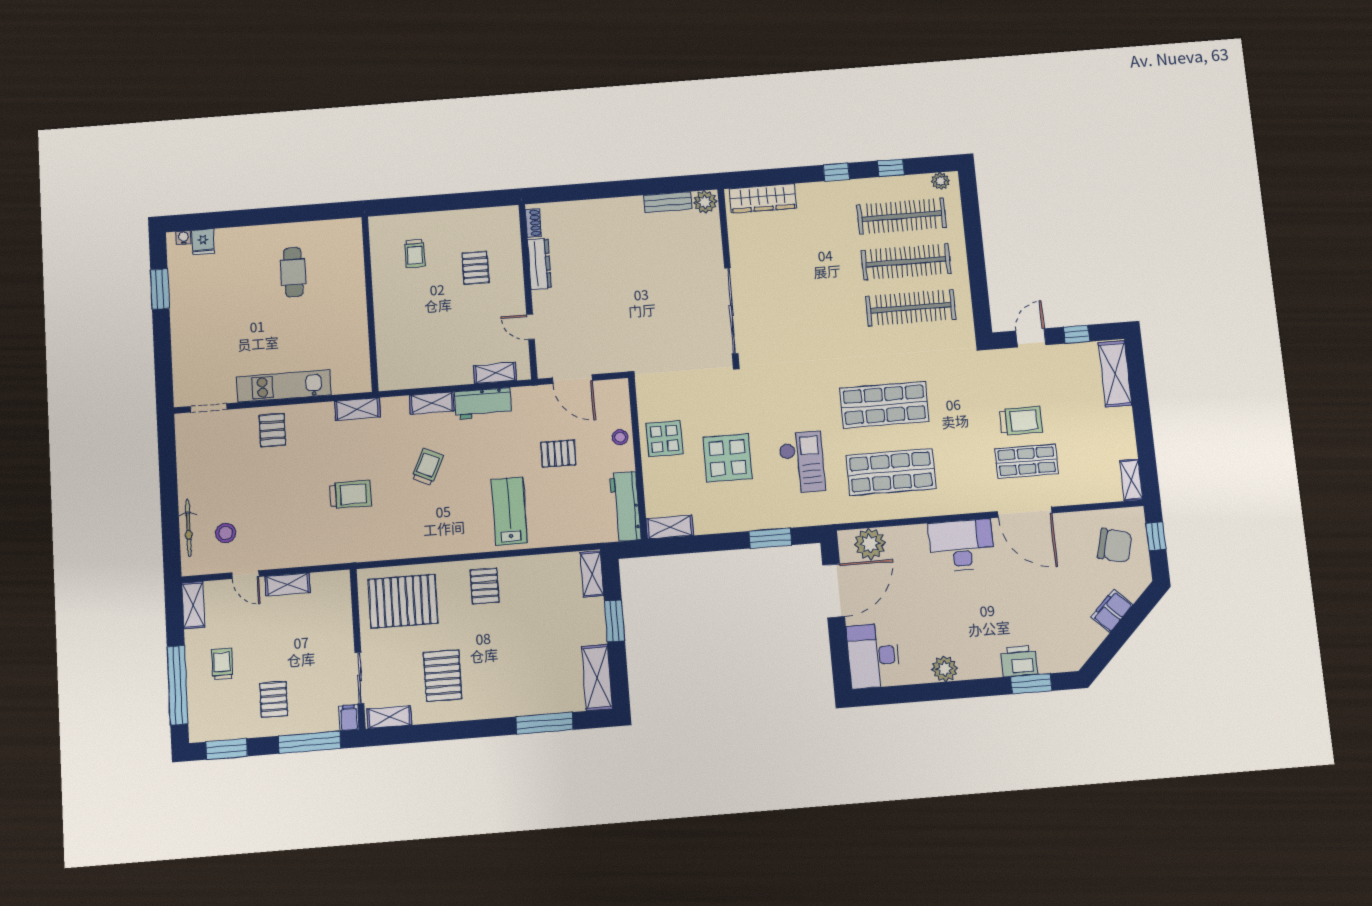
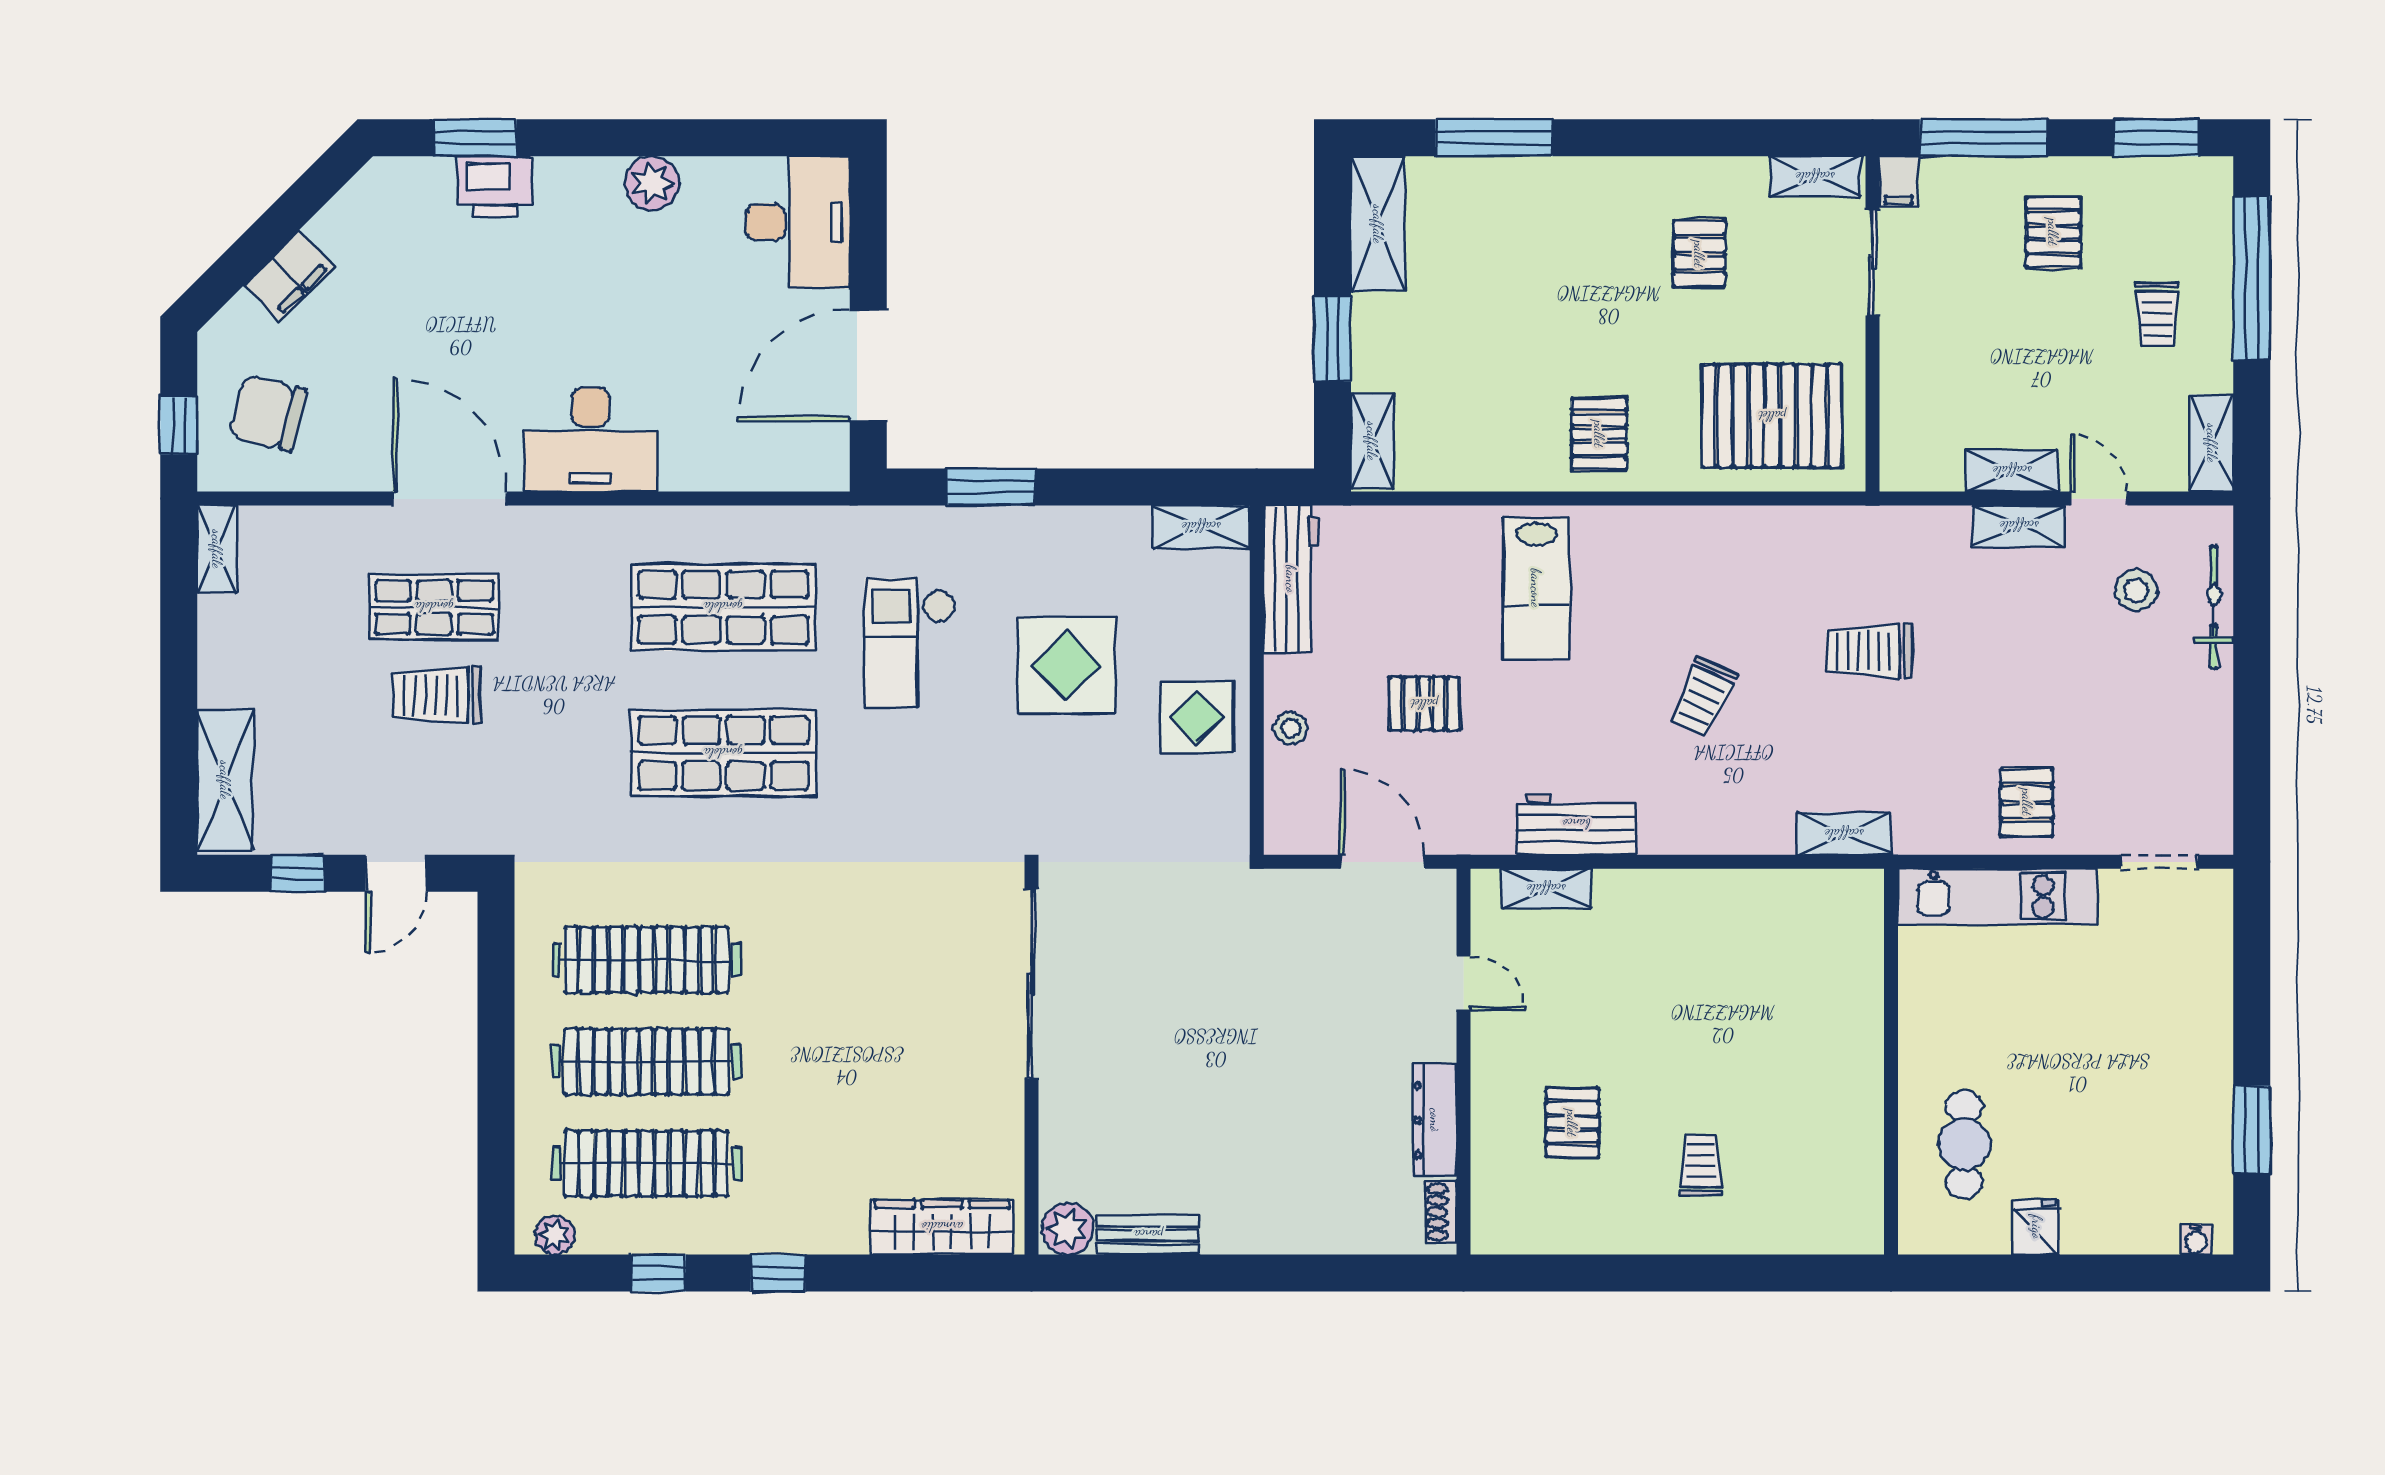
fridge: (203, 242) -> (2037, 1227), moved
wall: (370, 304) -> (1891, 1062), moved
shelving: (432, 403) -> (2019, 526), moved
plant: (870, 544) -> (783, 458), removed
pallet: (443, 676) -> (1699, 254), width x0.67, depth x0.71

